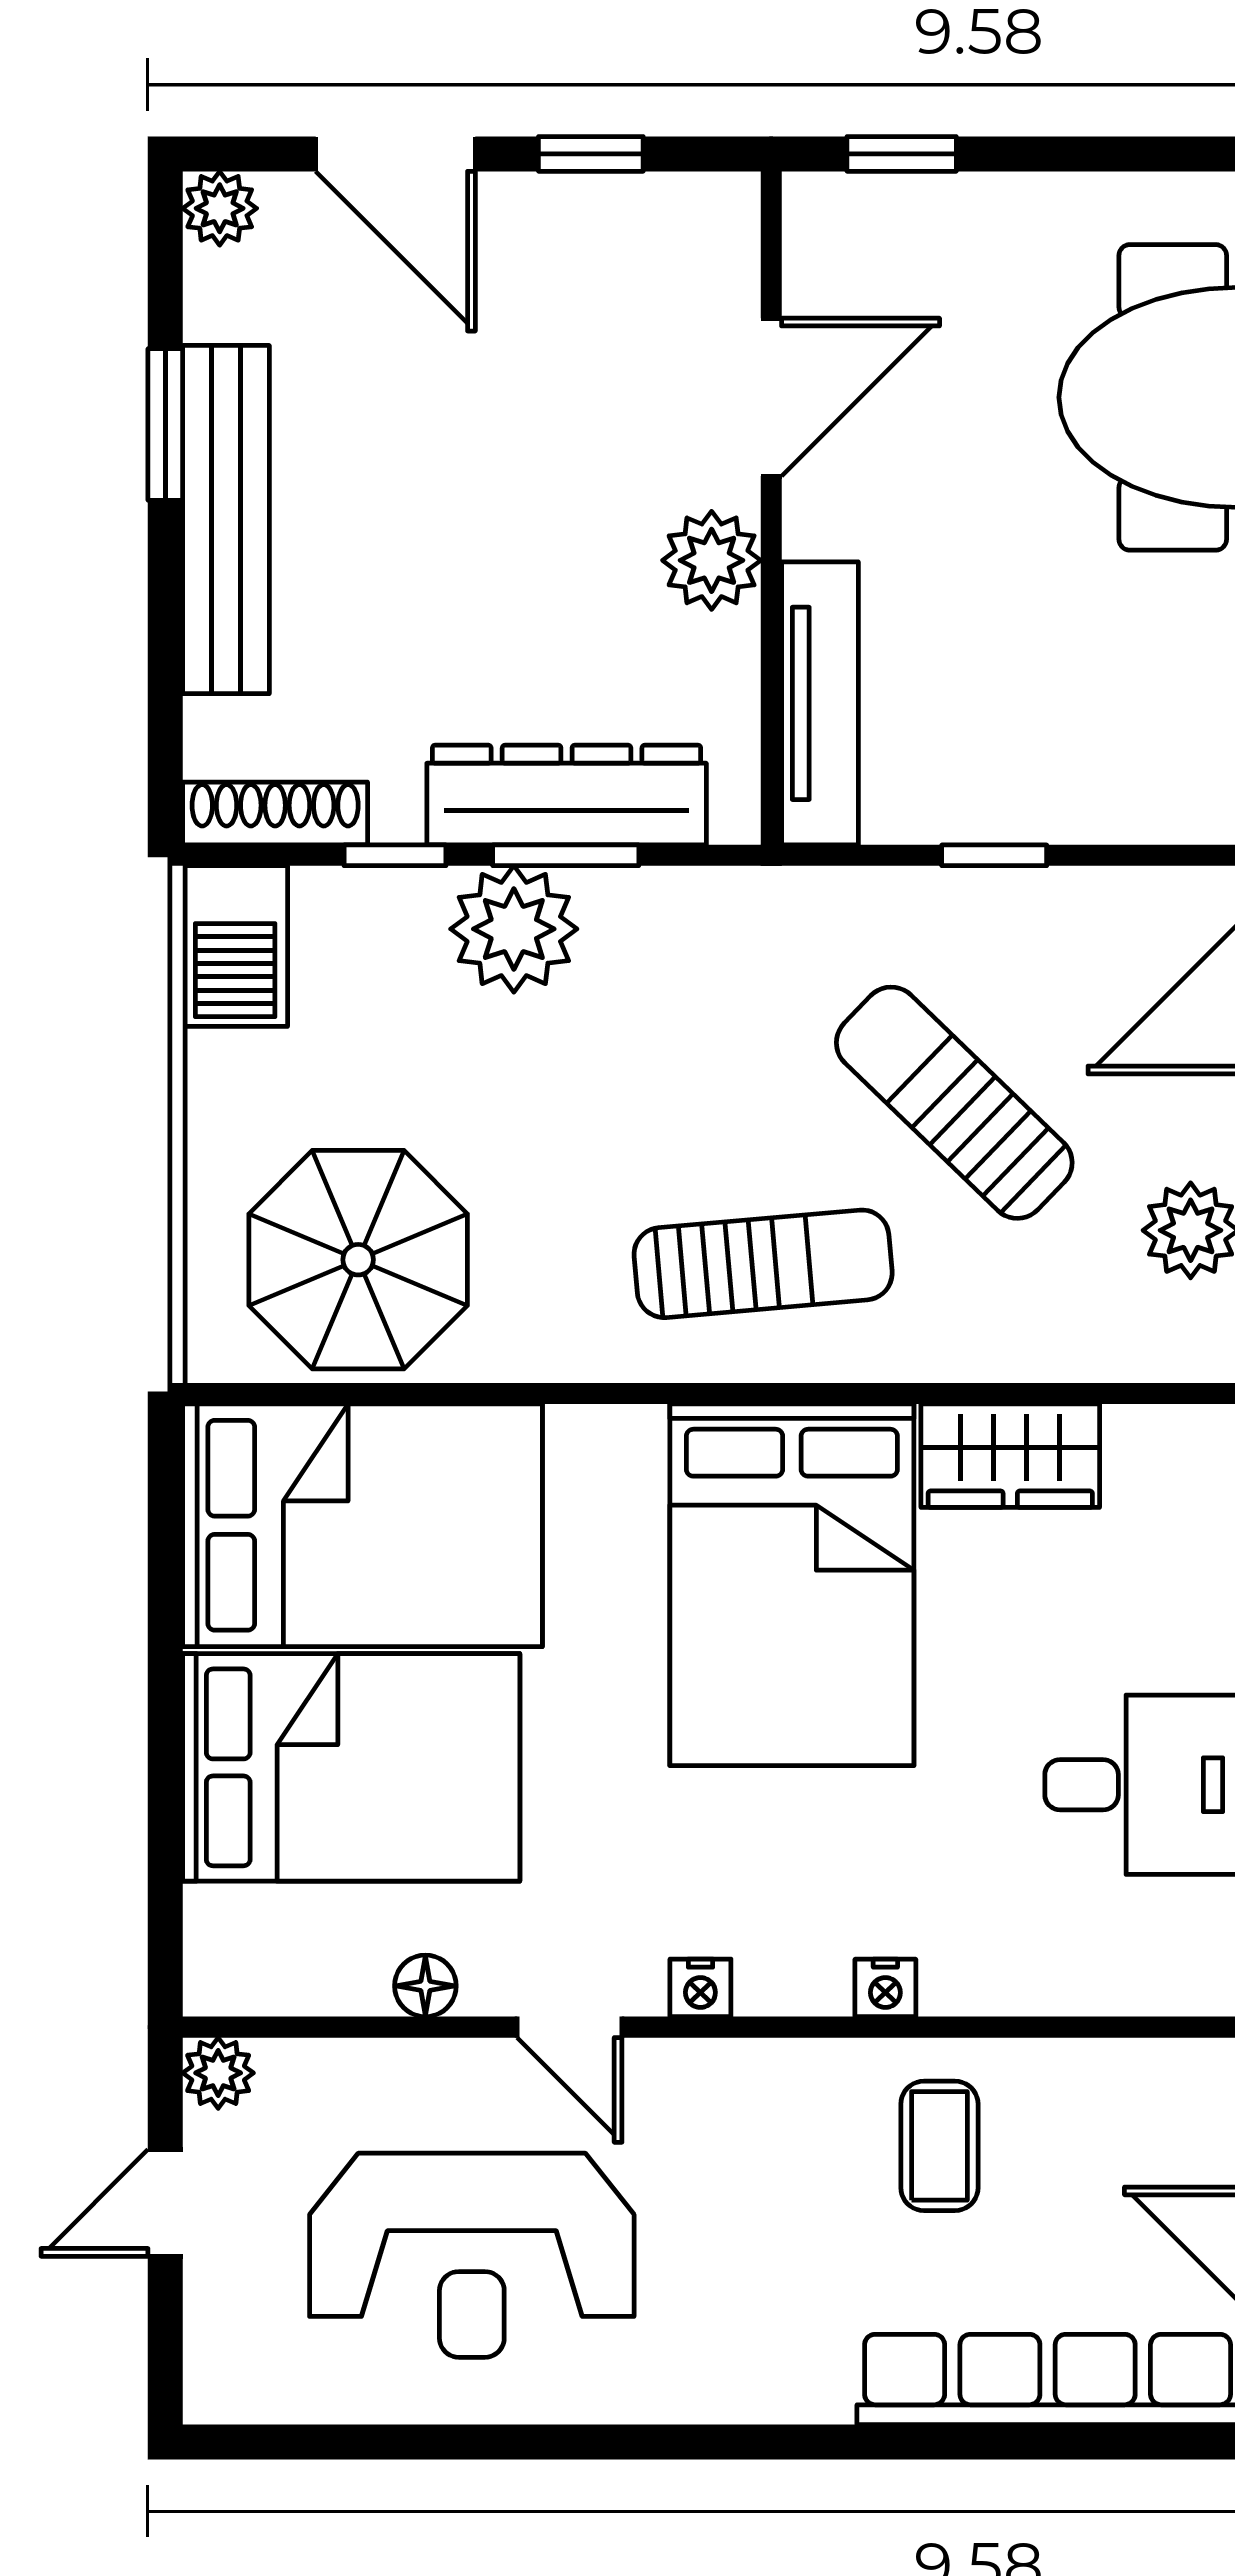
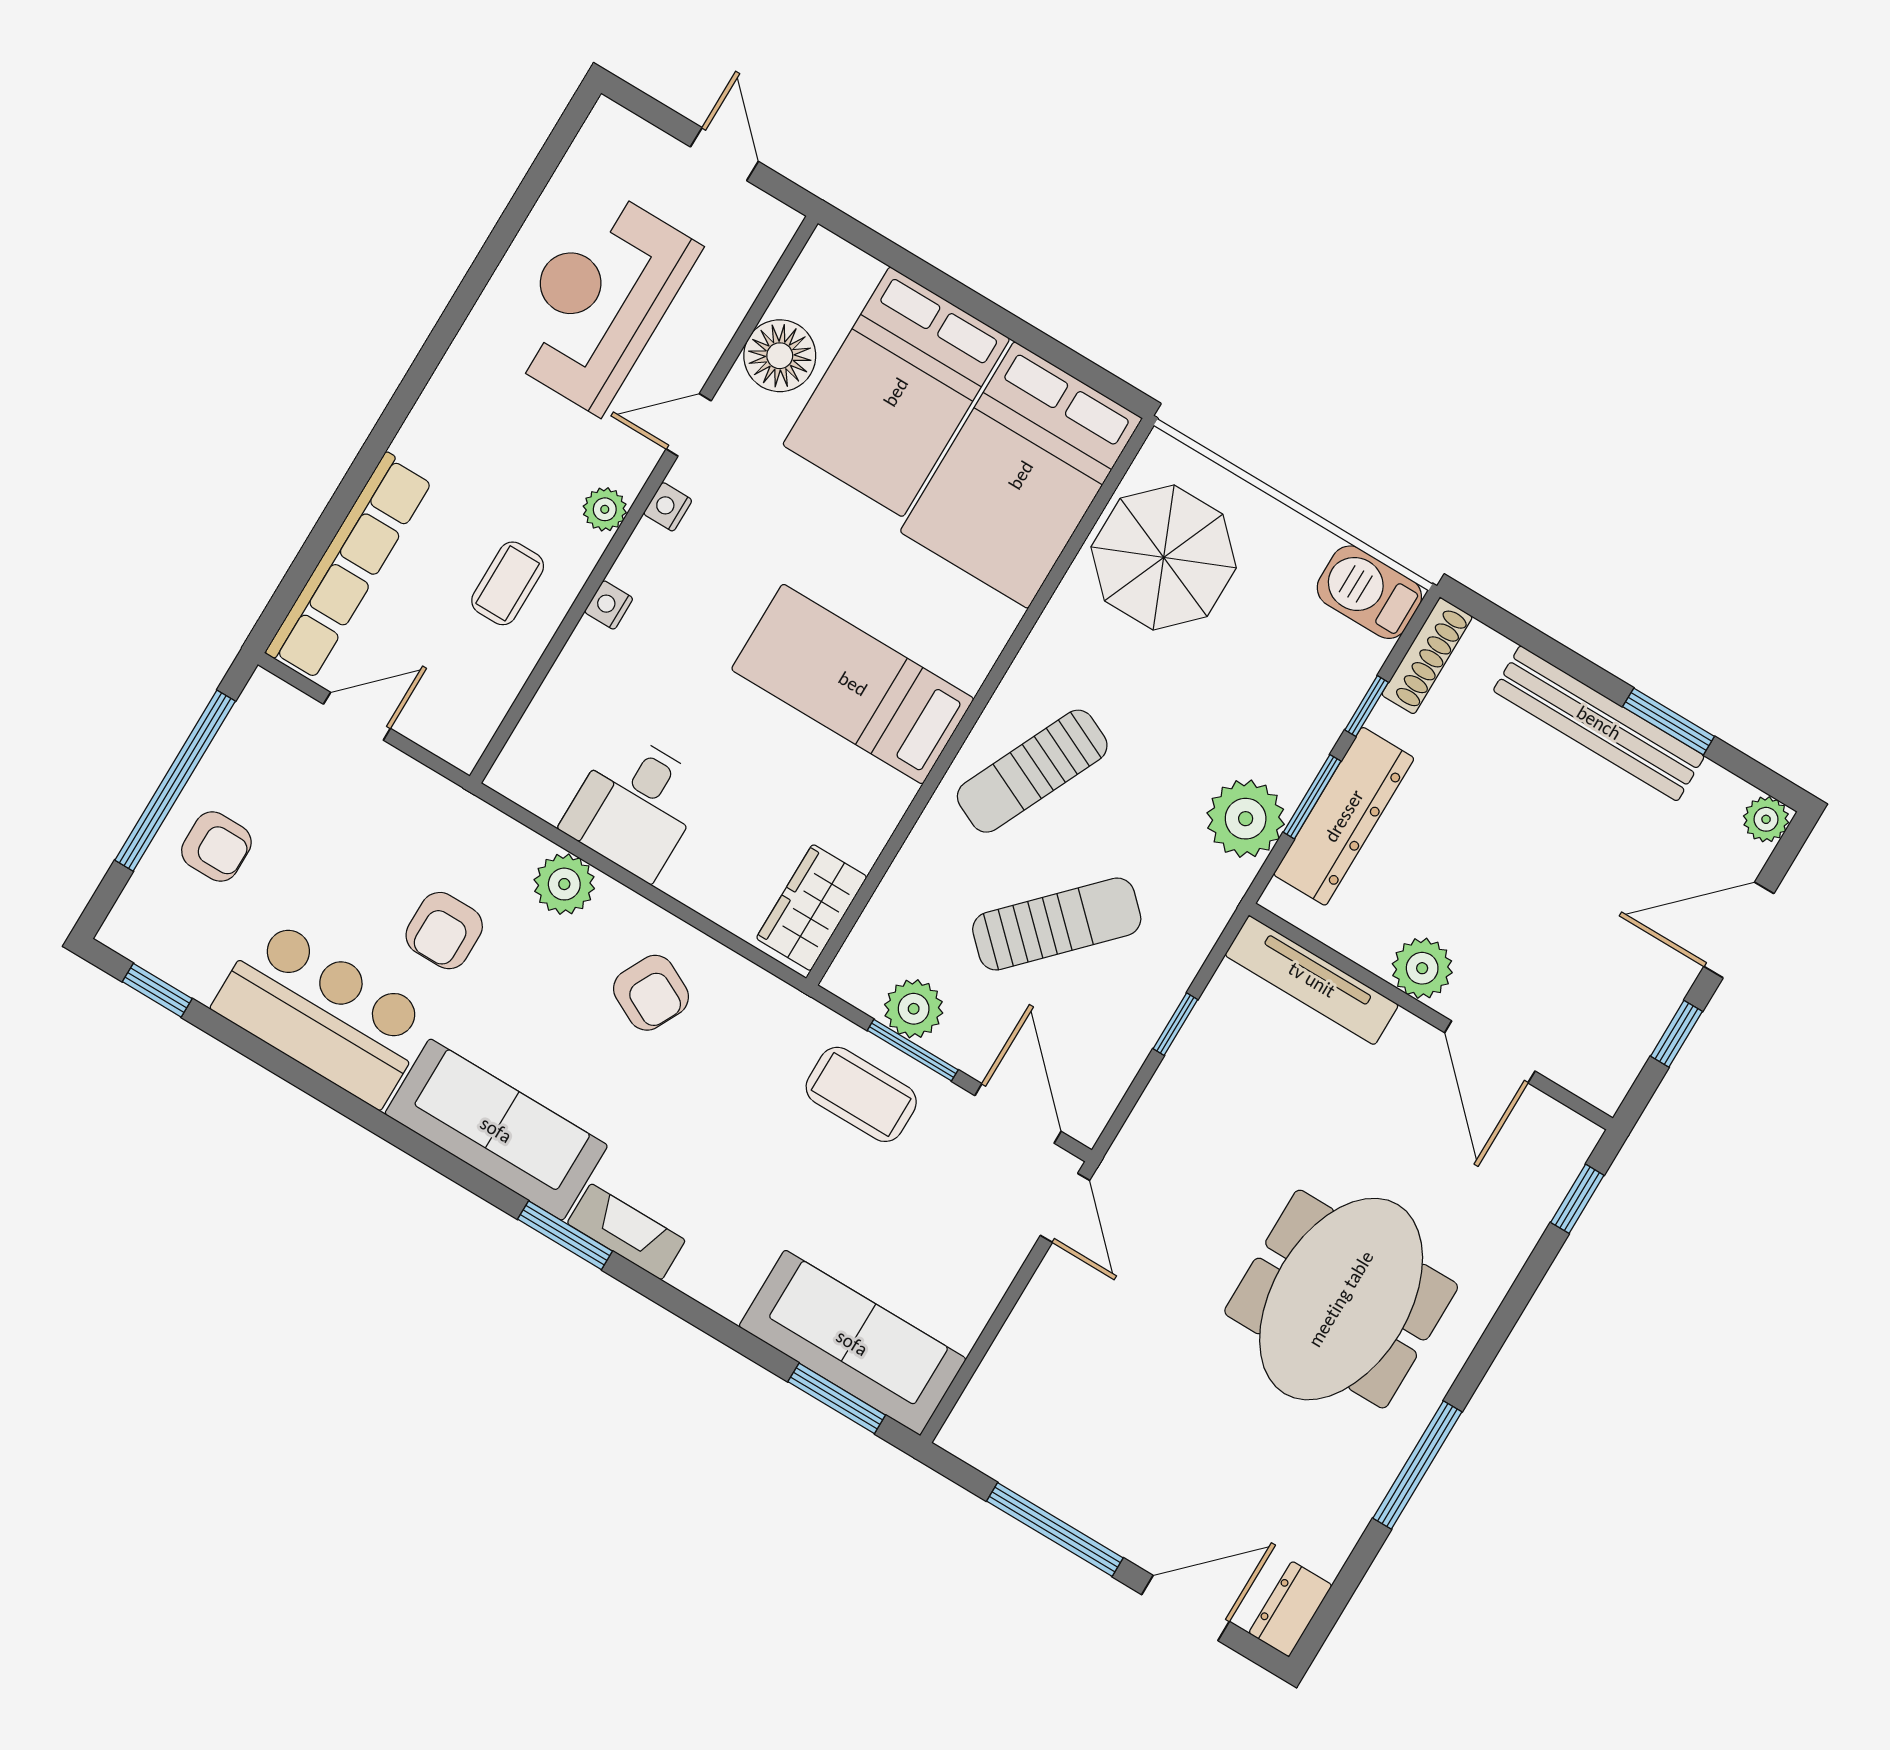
plant: (514, 929) -> (1246, 819), moved
sun lounger: (763, 1264) -> (1032, 771), turned 30
wardrobe: (1010, 1456) -> (812, 908), moved
bed: (792, 1585) -> (853, 684), width x0.67
floor lamp: (425, 1986) -> (780, 356), width x1.89, depth x1.89
plant: (218, 2073) -> (605, 509), moved
coffee table: (939, 2146) -> (508, 583), turned 90

